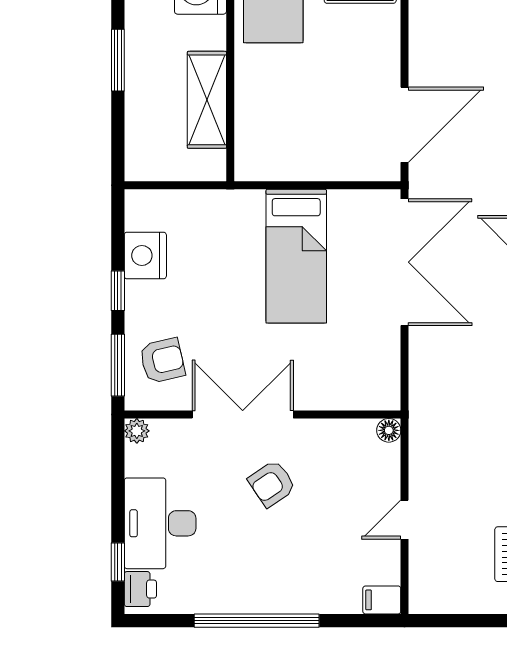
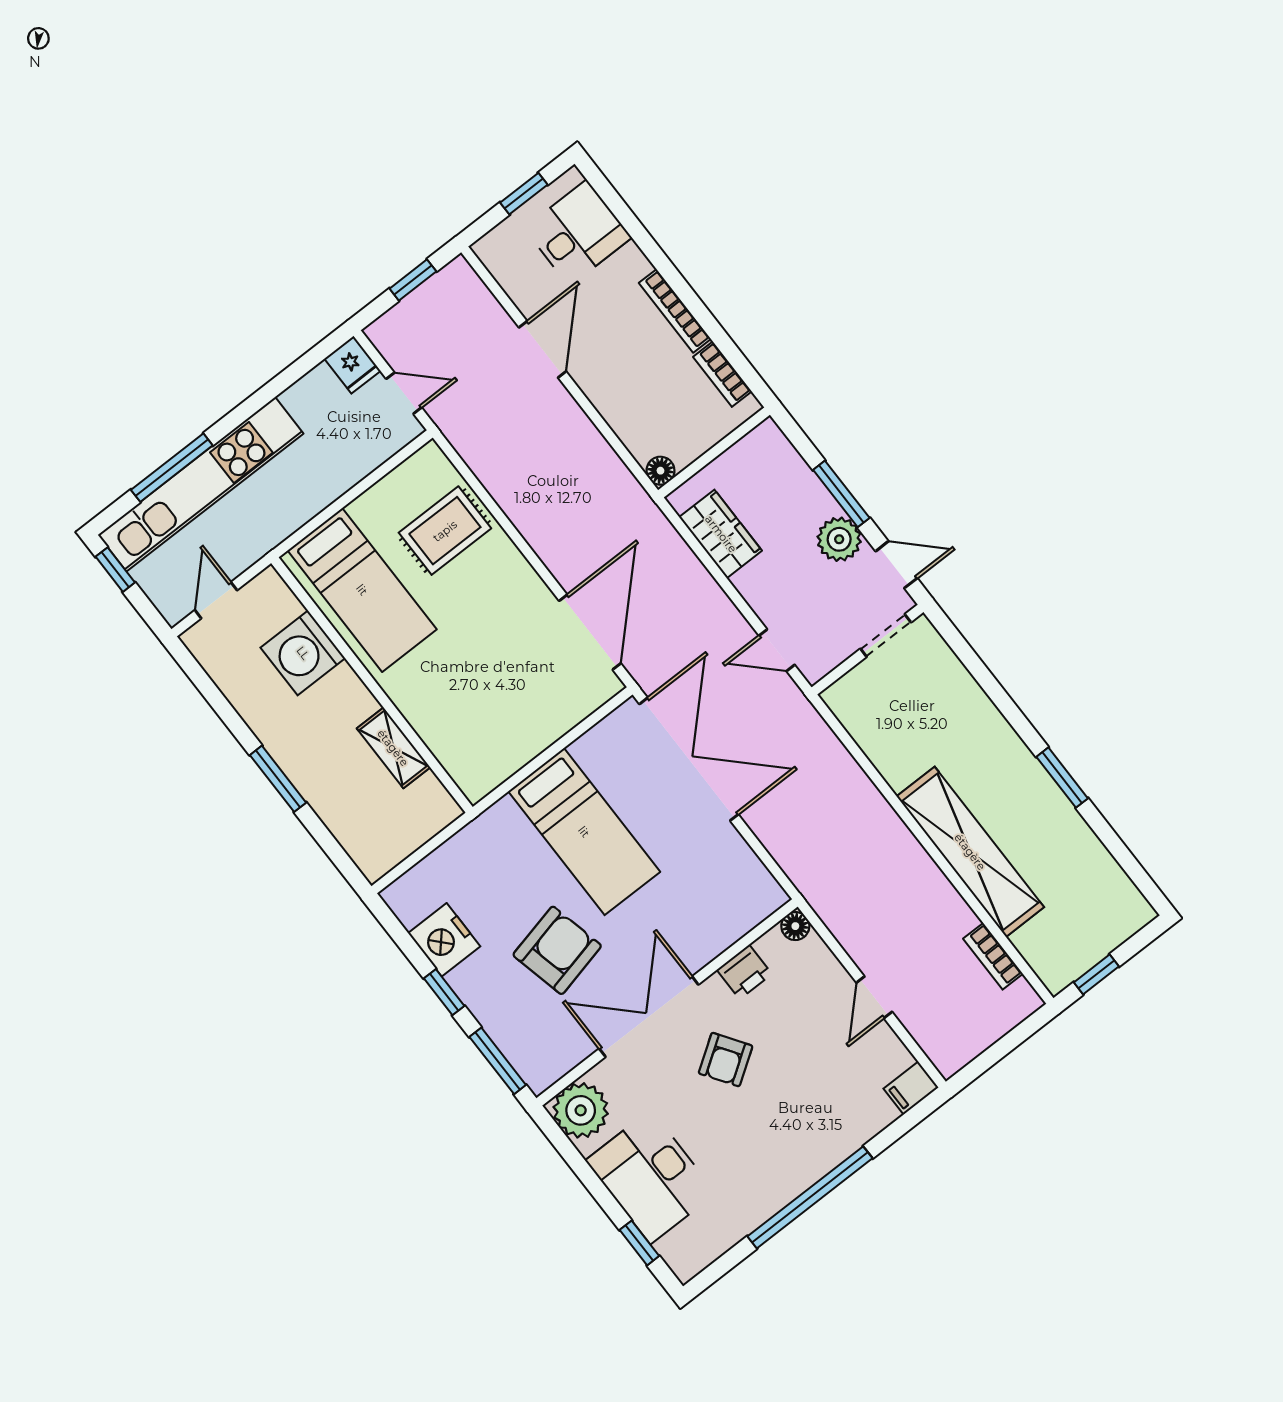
shelving: (207, 100) -> (393, 748), width x0.67, depth x0.75
armchair: (162, 361) -> (557, 950), moved, width x1.38, depth x1.38
plant: (137, 431) -> (581, 1110), width x1.88, depth x1.88
printer: (140, 589) -> (744, 972), moved, turned 90

